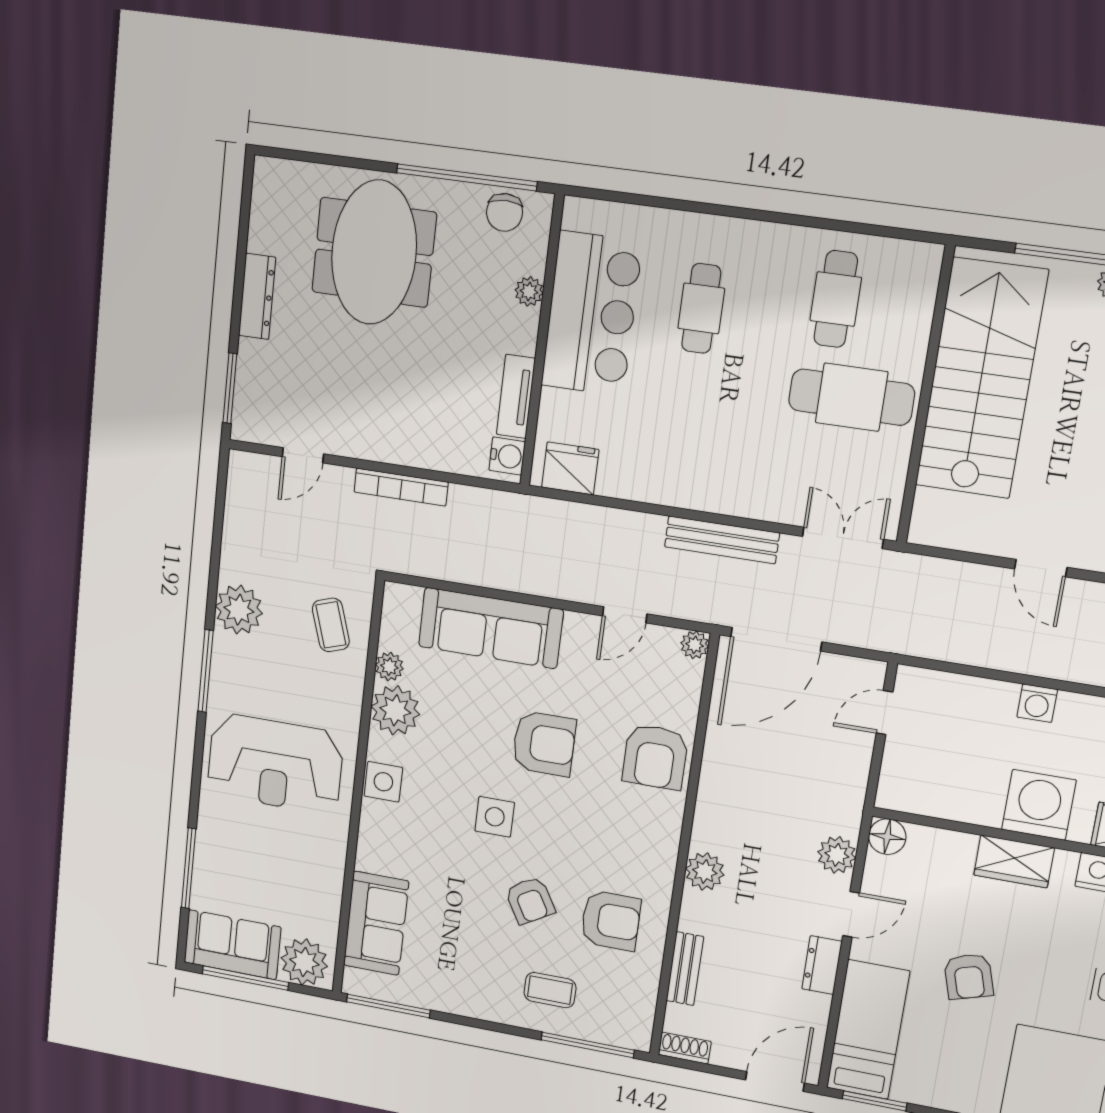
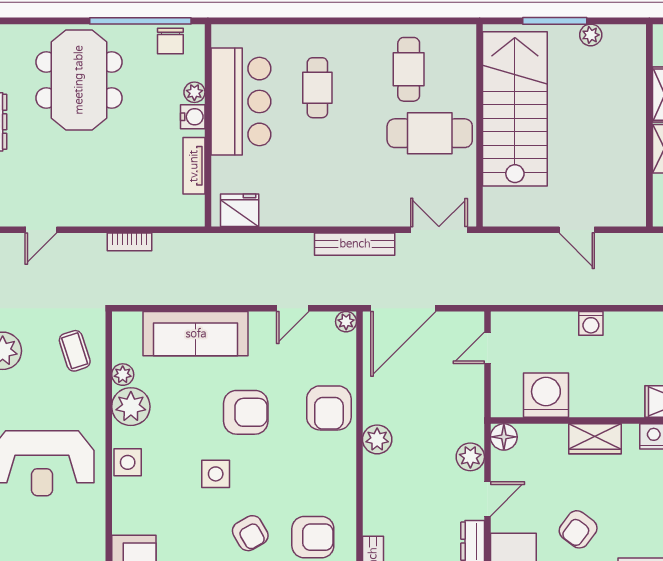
water cooler: (507, 456) -> (193, 117), moved
bookcase: (401, 487) -> (130, 242), width x0.64
washing machine: (1039, 805) -> (546, 395), moved
plant: (705, 872) -> (377, 439), moved
armchair: (969, 976) -> (578, 529), turned 54

